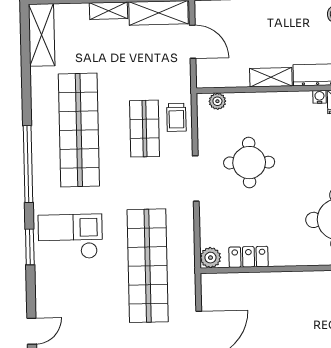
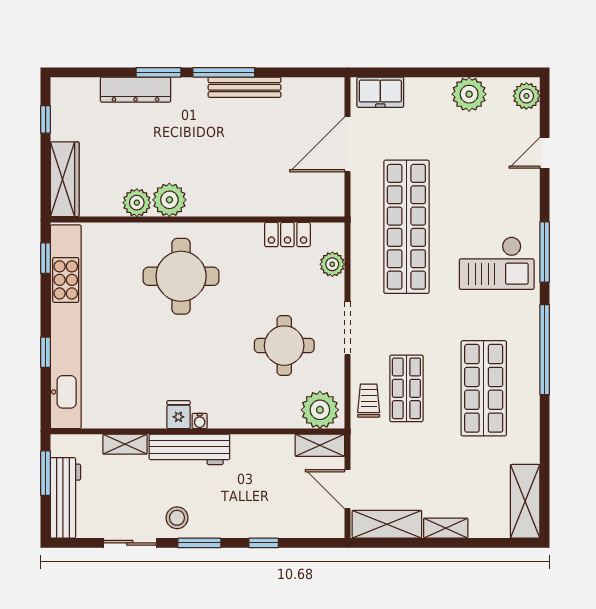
shelving: (271, 77) -> (320, 445), moved
plant: (217, 101) -> (320, 410), width x1.88, depth x1.88
shop shelf: (79, 130) -> (484, 388), width x0.71
window: (30, 247) -> (545, 252), width x1.44
plant: (210, 258) -> (332, 264), moved

